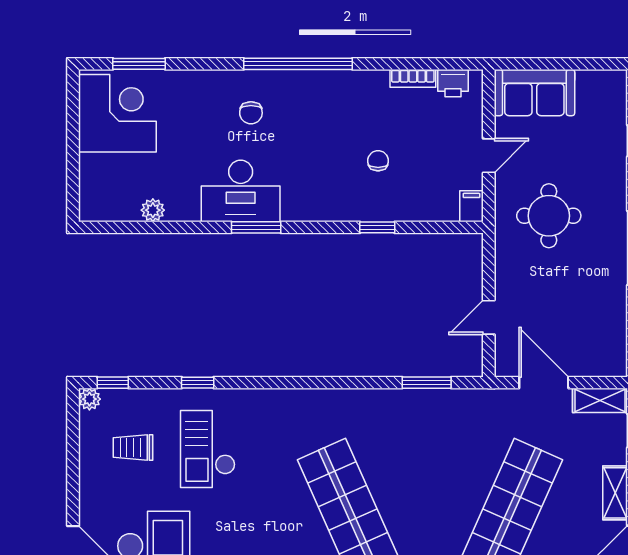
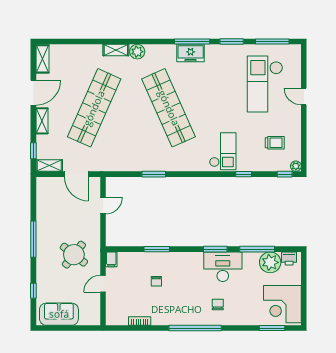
printer: (453, 83) -> (289, 258), moved, turned 180
sofa: (534, 93) -> (59, 314), moved
plant: (153, 210) -> (270, 262), width x1.88, depth x1.88
round table: (549, 216) -> (74, 255), turned 38
window: (170, 227) -> (257, 249), added
window: (377, 227) -> (157, 249), width x1.50
window: (427, 383) -> (154, 174), moved
checkout: (208, 449) -> (223, 151), moved

